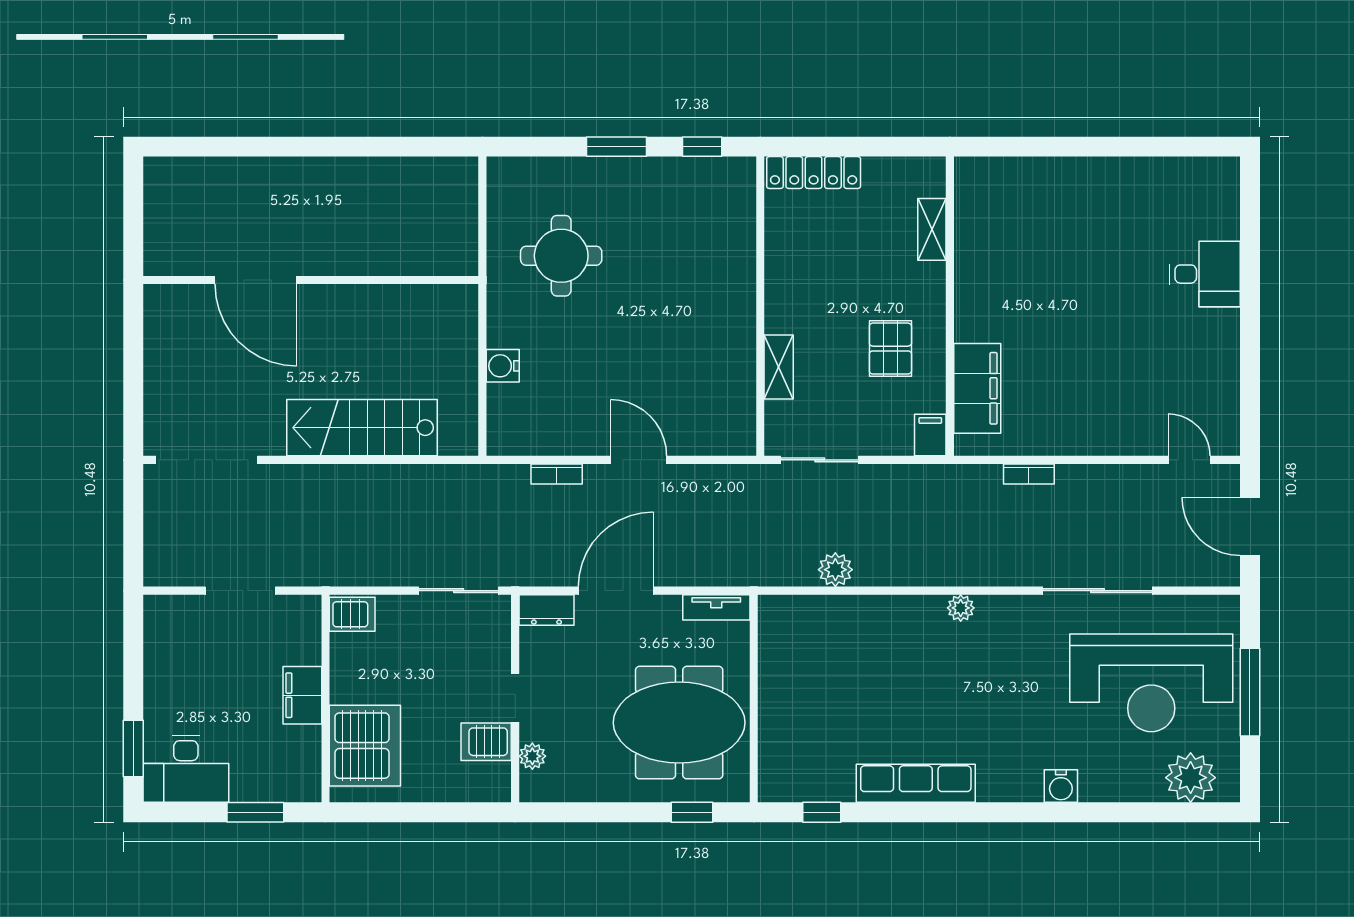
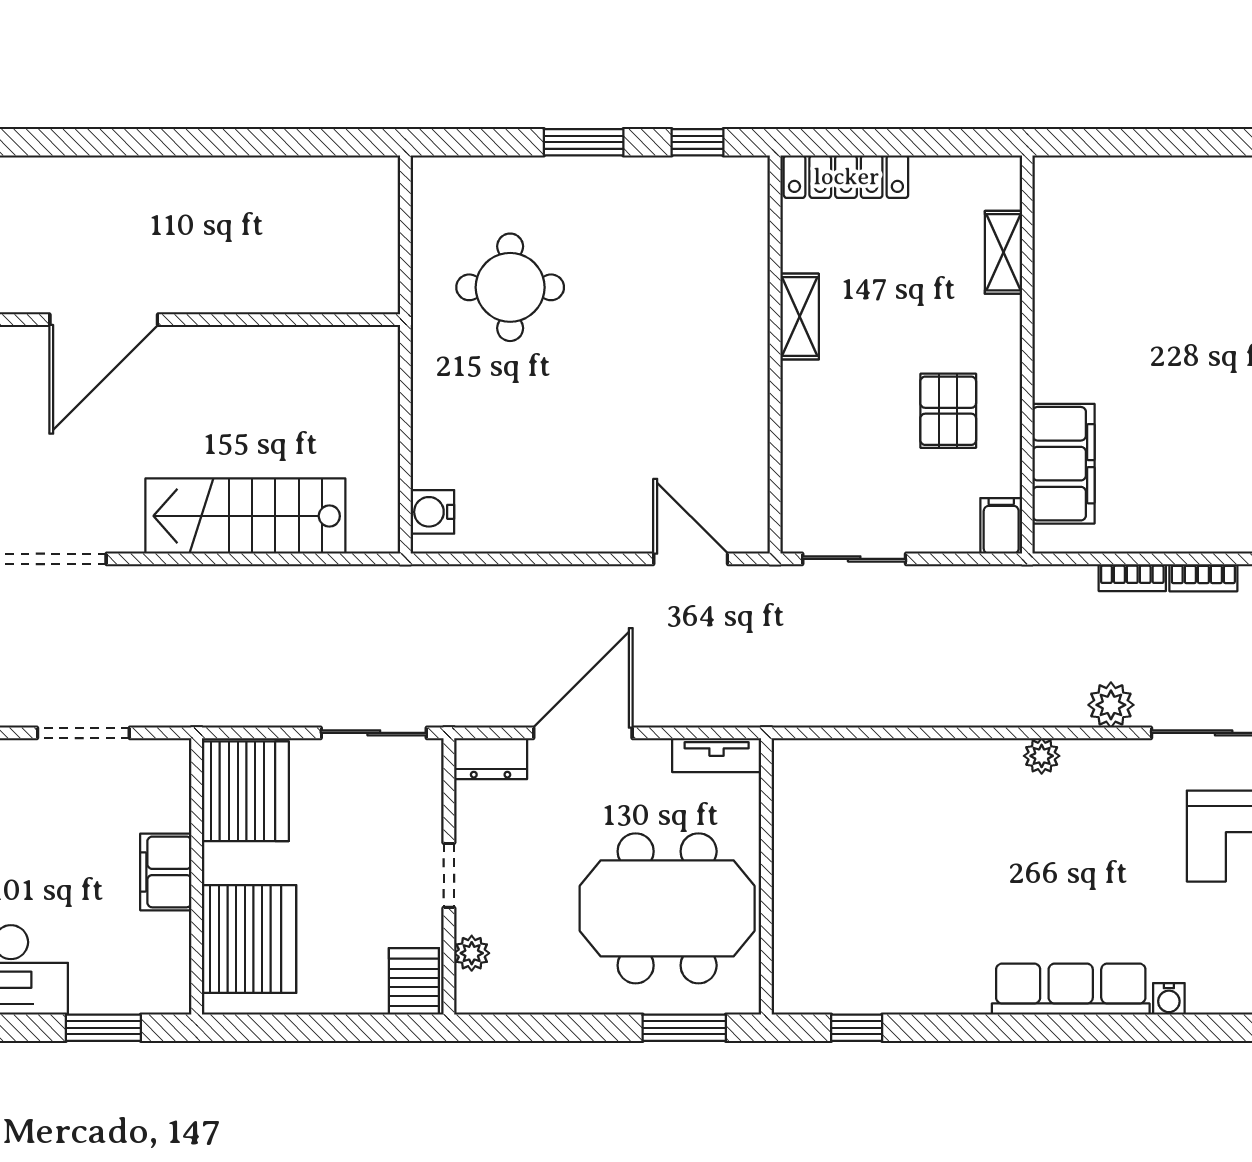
door: (256, 280) -> (104, 320), hinge flipped
water cooler: (503, 366) -> (432, 512), moved
shelving: (779, 367) -> (800, 317), moved
door: (639, 460) -> (691, 559), moved
bookcase: (557, 474) -> (1203, 578), moved
plant: (835, 570) -> (1111, 705), moved
server rack: (352, 614) -> (245, 791), width x2.18, depth x1.44
server rack: (486, 742) -> (414, 981), moved, turned 90
row of seats: (916, 783) -> (1071, 989), moved
water cooler: (1061, 786) -> (1169, 999), width x0.72, depth x0.72
window: (692, 812) -> (684, 1028), width x1.50

